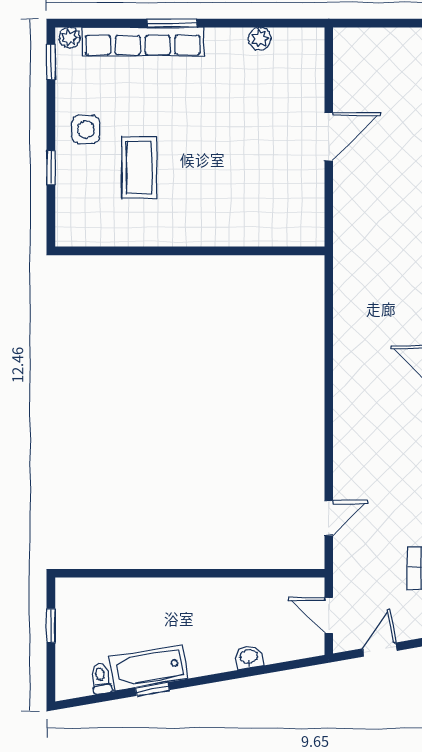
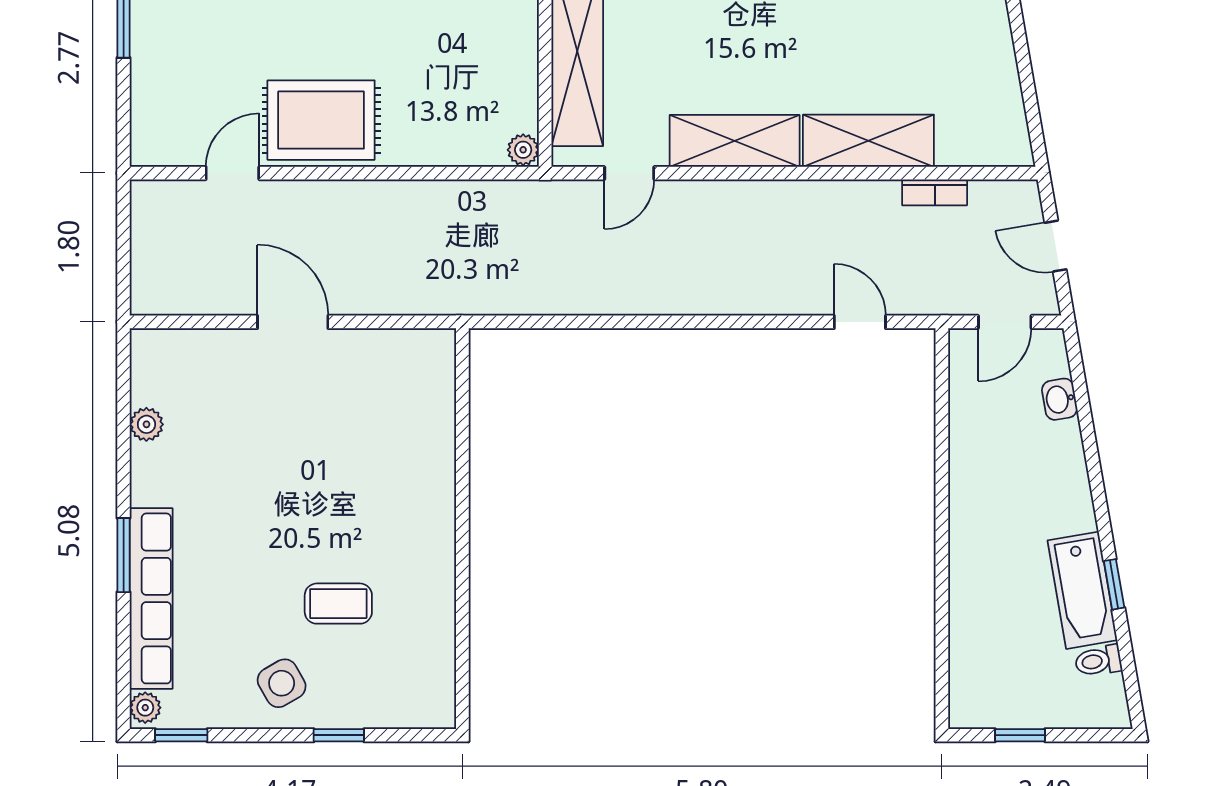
side table: (86, 129) -> (282, 683), turned -30
coffee table: (139, 168) -> (338, 604), width x0.73, depth x0.77
washbasin: (249, 657) -> (1060, 399), moved

